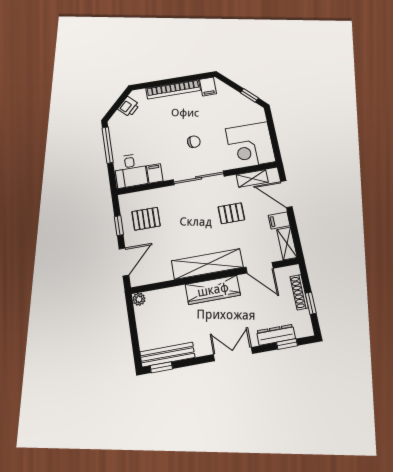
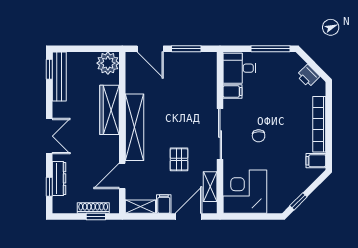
pallet: (146, 219) -> (188, 76), removed
window: (119, 226) -> (186, 49), width x1.50
wardrobe: (213, 290) -> (110, 110), moved
plant: (139, 299) -> (108, 63), width x1.87, depth x1.87
window: (311, 303) -> (96, 217), moved

